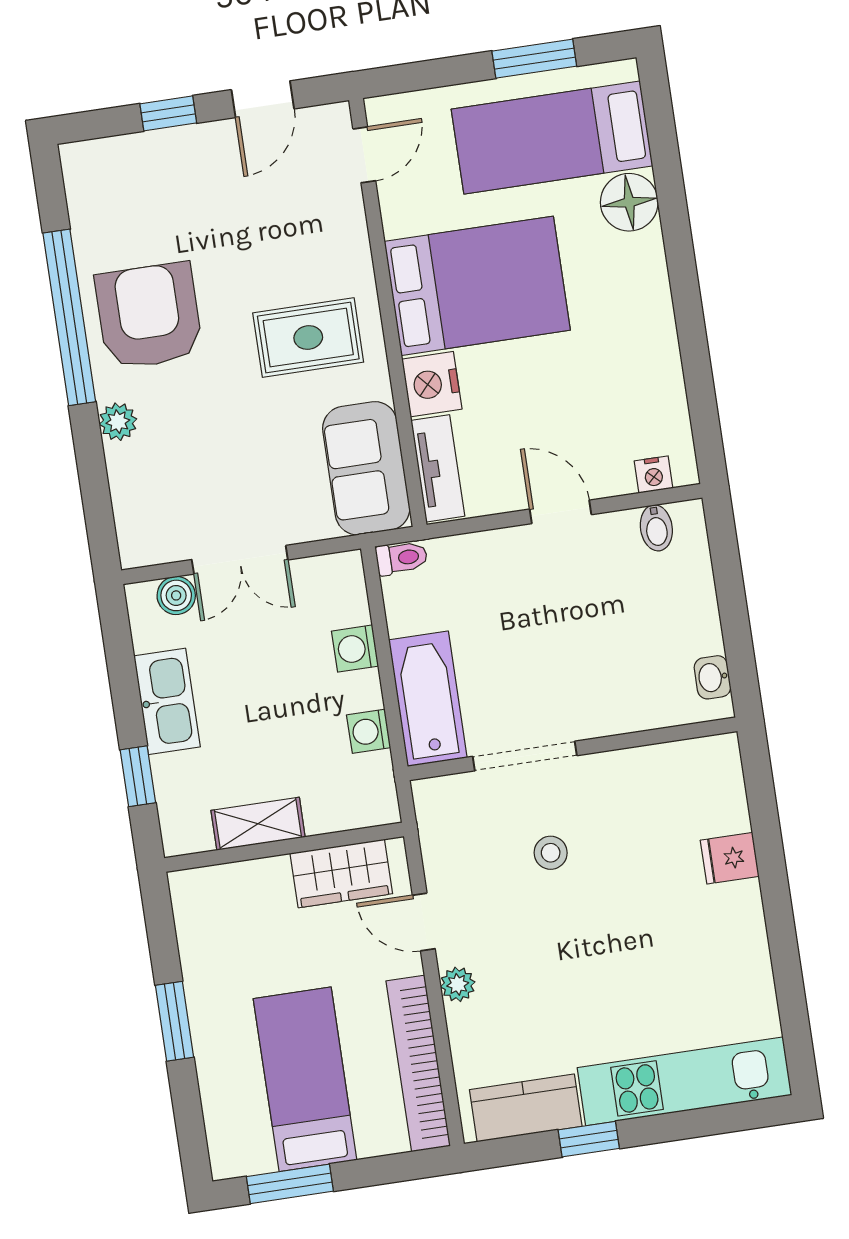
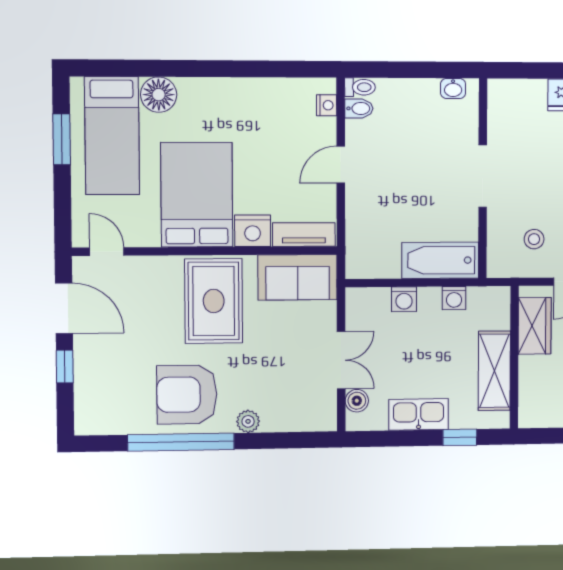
door: (263, 99) -> (64, 308), width x1.38
rug: (308, 338) -> (214, 301), width x1.36, depth x1.43
toilet: (402, 558) -> (360, 87), moved, turned 90
doorway: (525, 756) -> (483, 176), moved
shelving: (258, 824) -> (494, 371), width x1.50, depth x1.33
stool: (551, 853) -> (534, 239), moved

